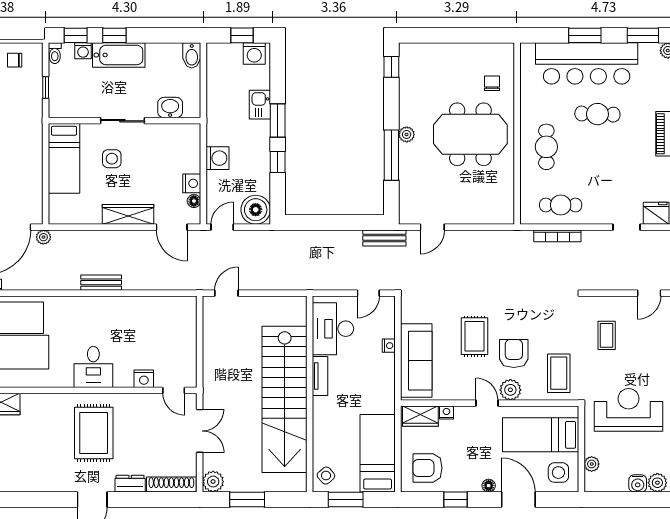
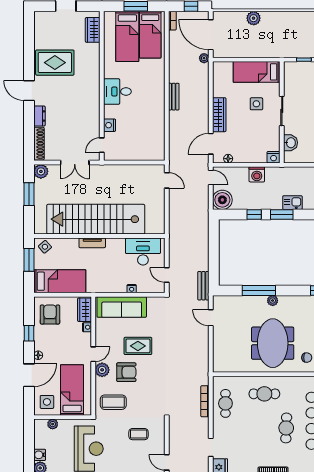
nightstand: (192, 183) -> (274, 157), moved
tv unit: (320, 376) -> (92, 243), moved
rug: (94, 433) -> (55, 63), moved

